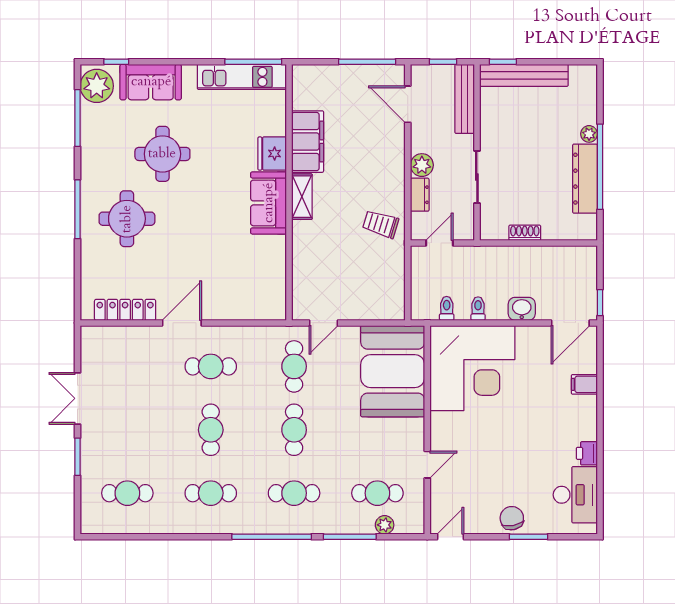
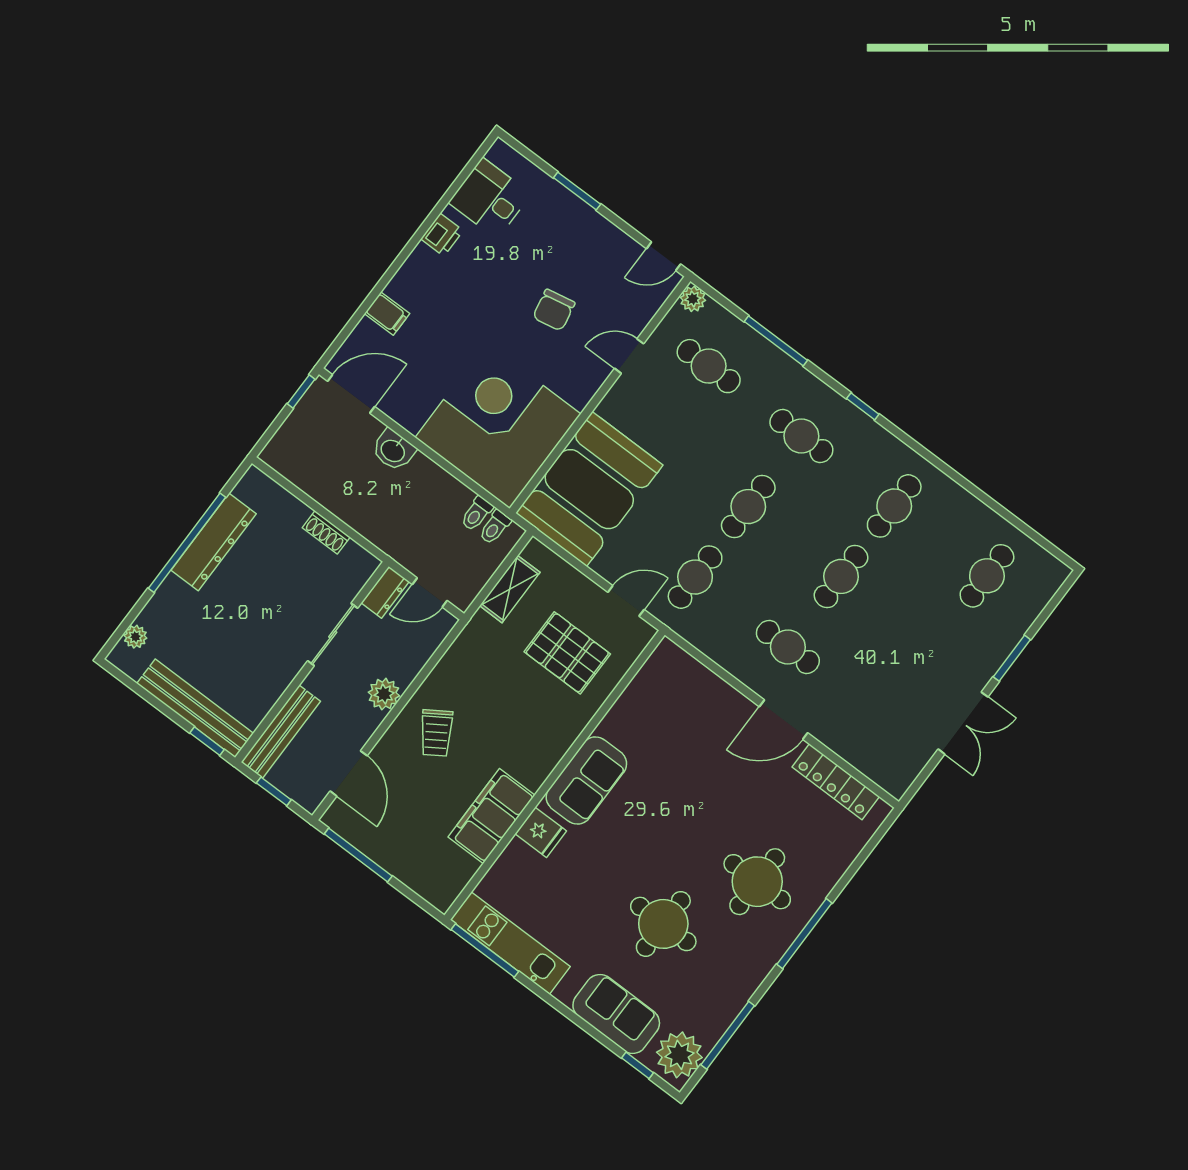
plant: (589, 134) -> (135, 637), moved
fridge: (272, 154) -> (541, 832), width x0.72
dresser: (420, 195) -> (385, 592), moved, turned 180
shelving: (302, 197) -> (510, 589), moved
trolley: (381, 224) -> (436, 733), moved, turned 40
pallet: (335, 268) -> (567, 653), added
toilet: (478, 309) -> (495, 527), moved
cafe table: (127, 493) -> (987, 576), turned 90
cafe table: (211, 493) -> (894, 506), turned 90
desk: (575, 495) -> (490, 198), width x0.73
chair: (512, 518) -> (554, 310), moved
plant: (385, 525) -> (693, 299), moved
window: (272, 537) -> (863, 406), width x0.32

